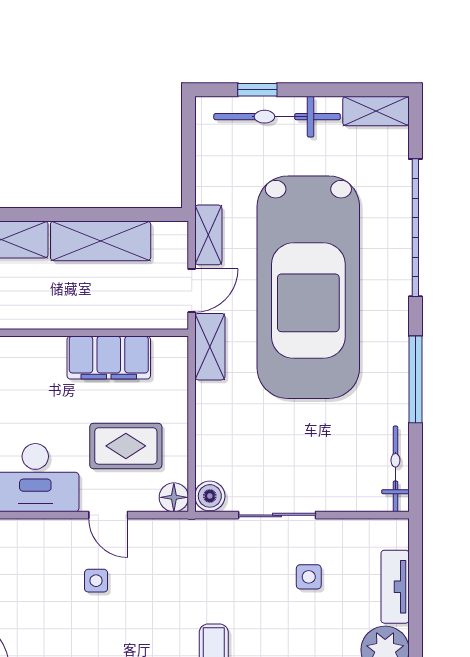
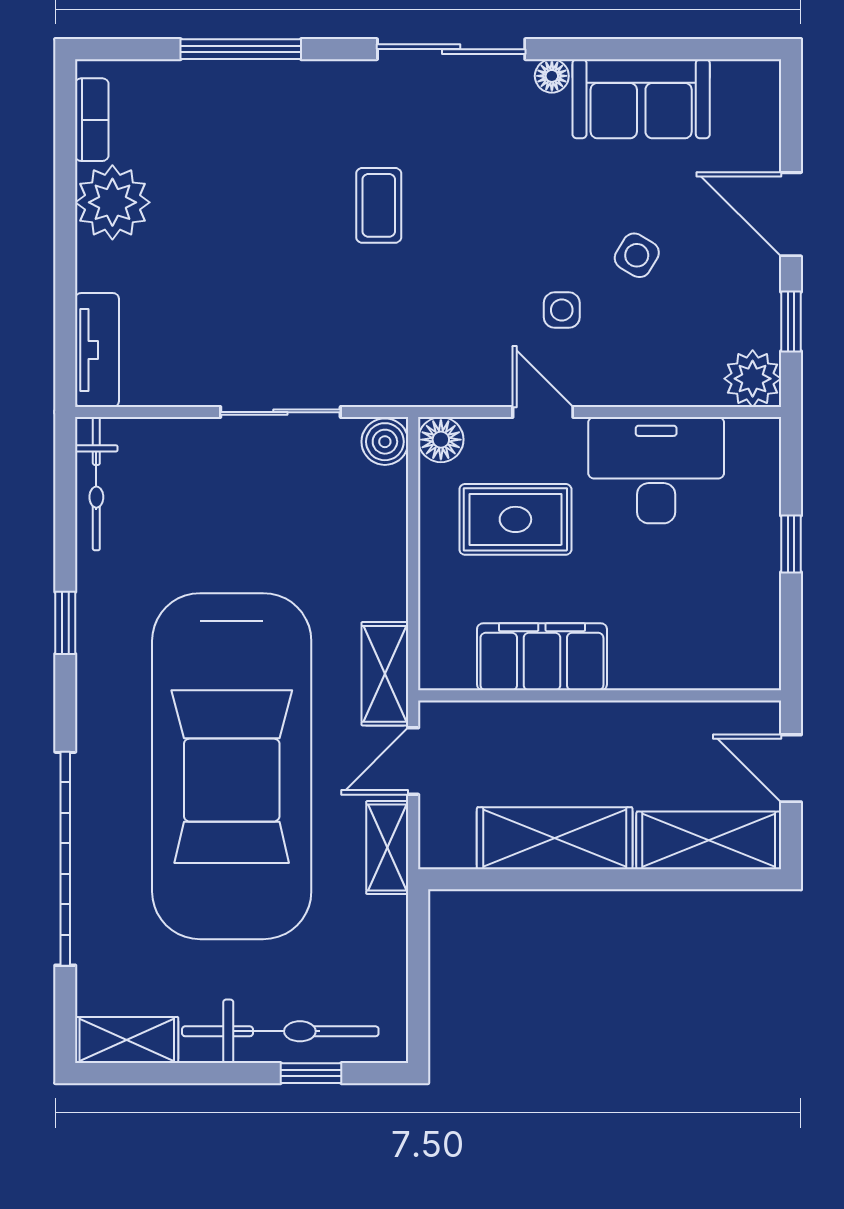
car: (308, 287) -> (232, 766), turned 180
window: (415, 379) -> (65, 623), width x0.46
side table: (309, 577) -> (637, 255), moved, turned 31
tv unit: (395, 587) -> (97, 350), moved

